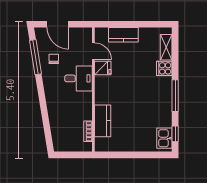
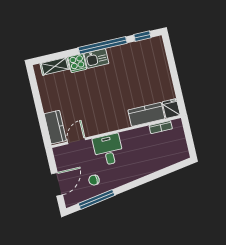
kitchen counter: (123, 35) -> (55, 127), moved
fridge: (103, 68) -> (171, 109), moved
window: (175, 96) -> (103, 45), width x1.46
kitchen sink: (164, 138) -> (96, 58), moved

